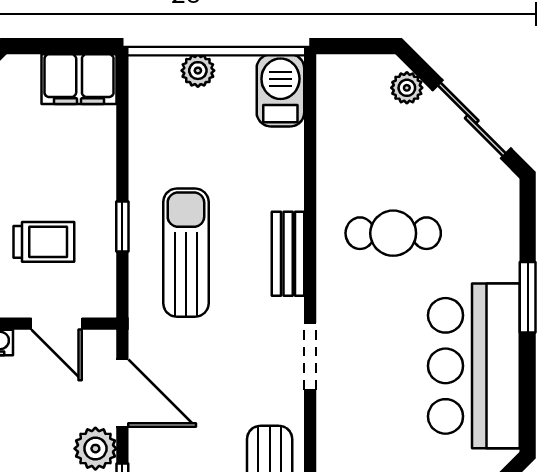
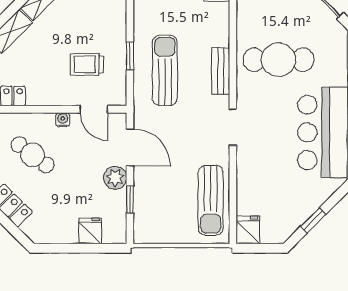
cafe table: (393, 233) -> (278, 60), width x1.37, depth x1.35
trolley: (44, 242) -> (87, 64), turned 180

